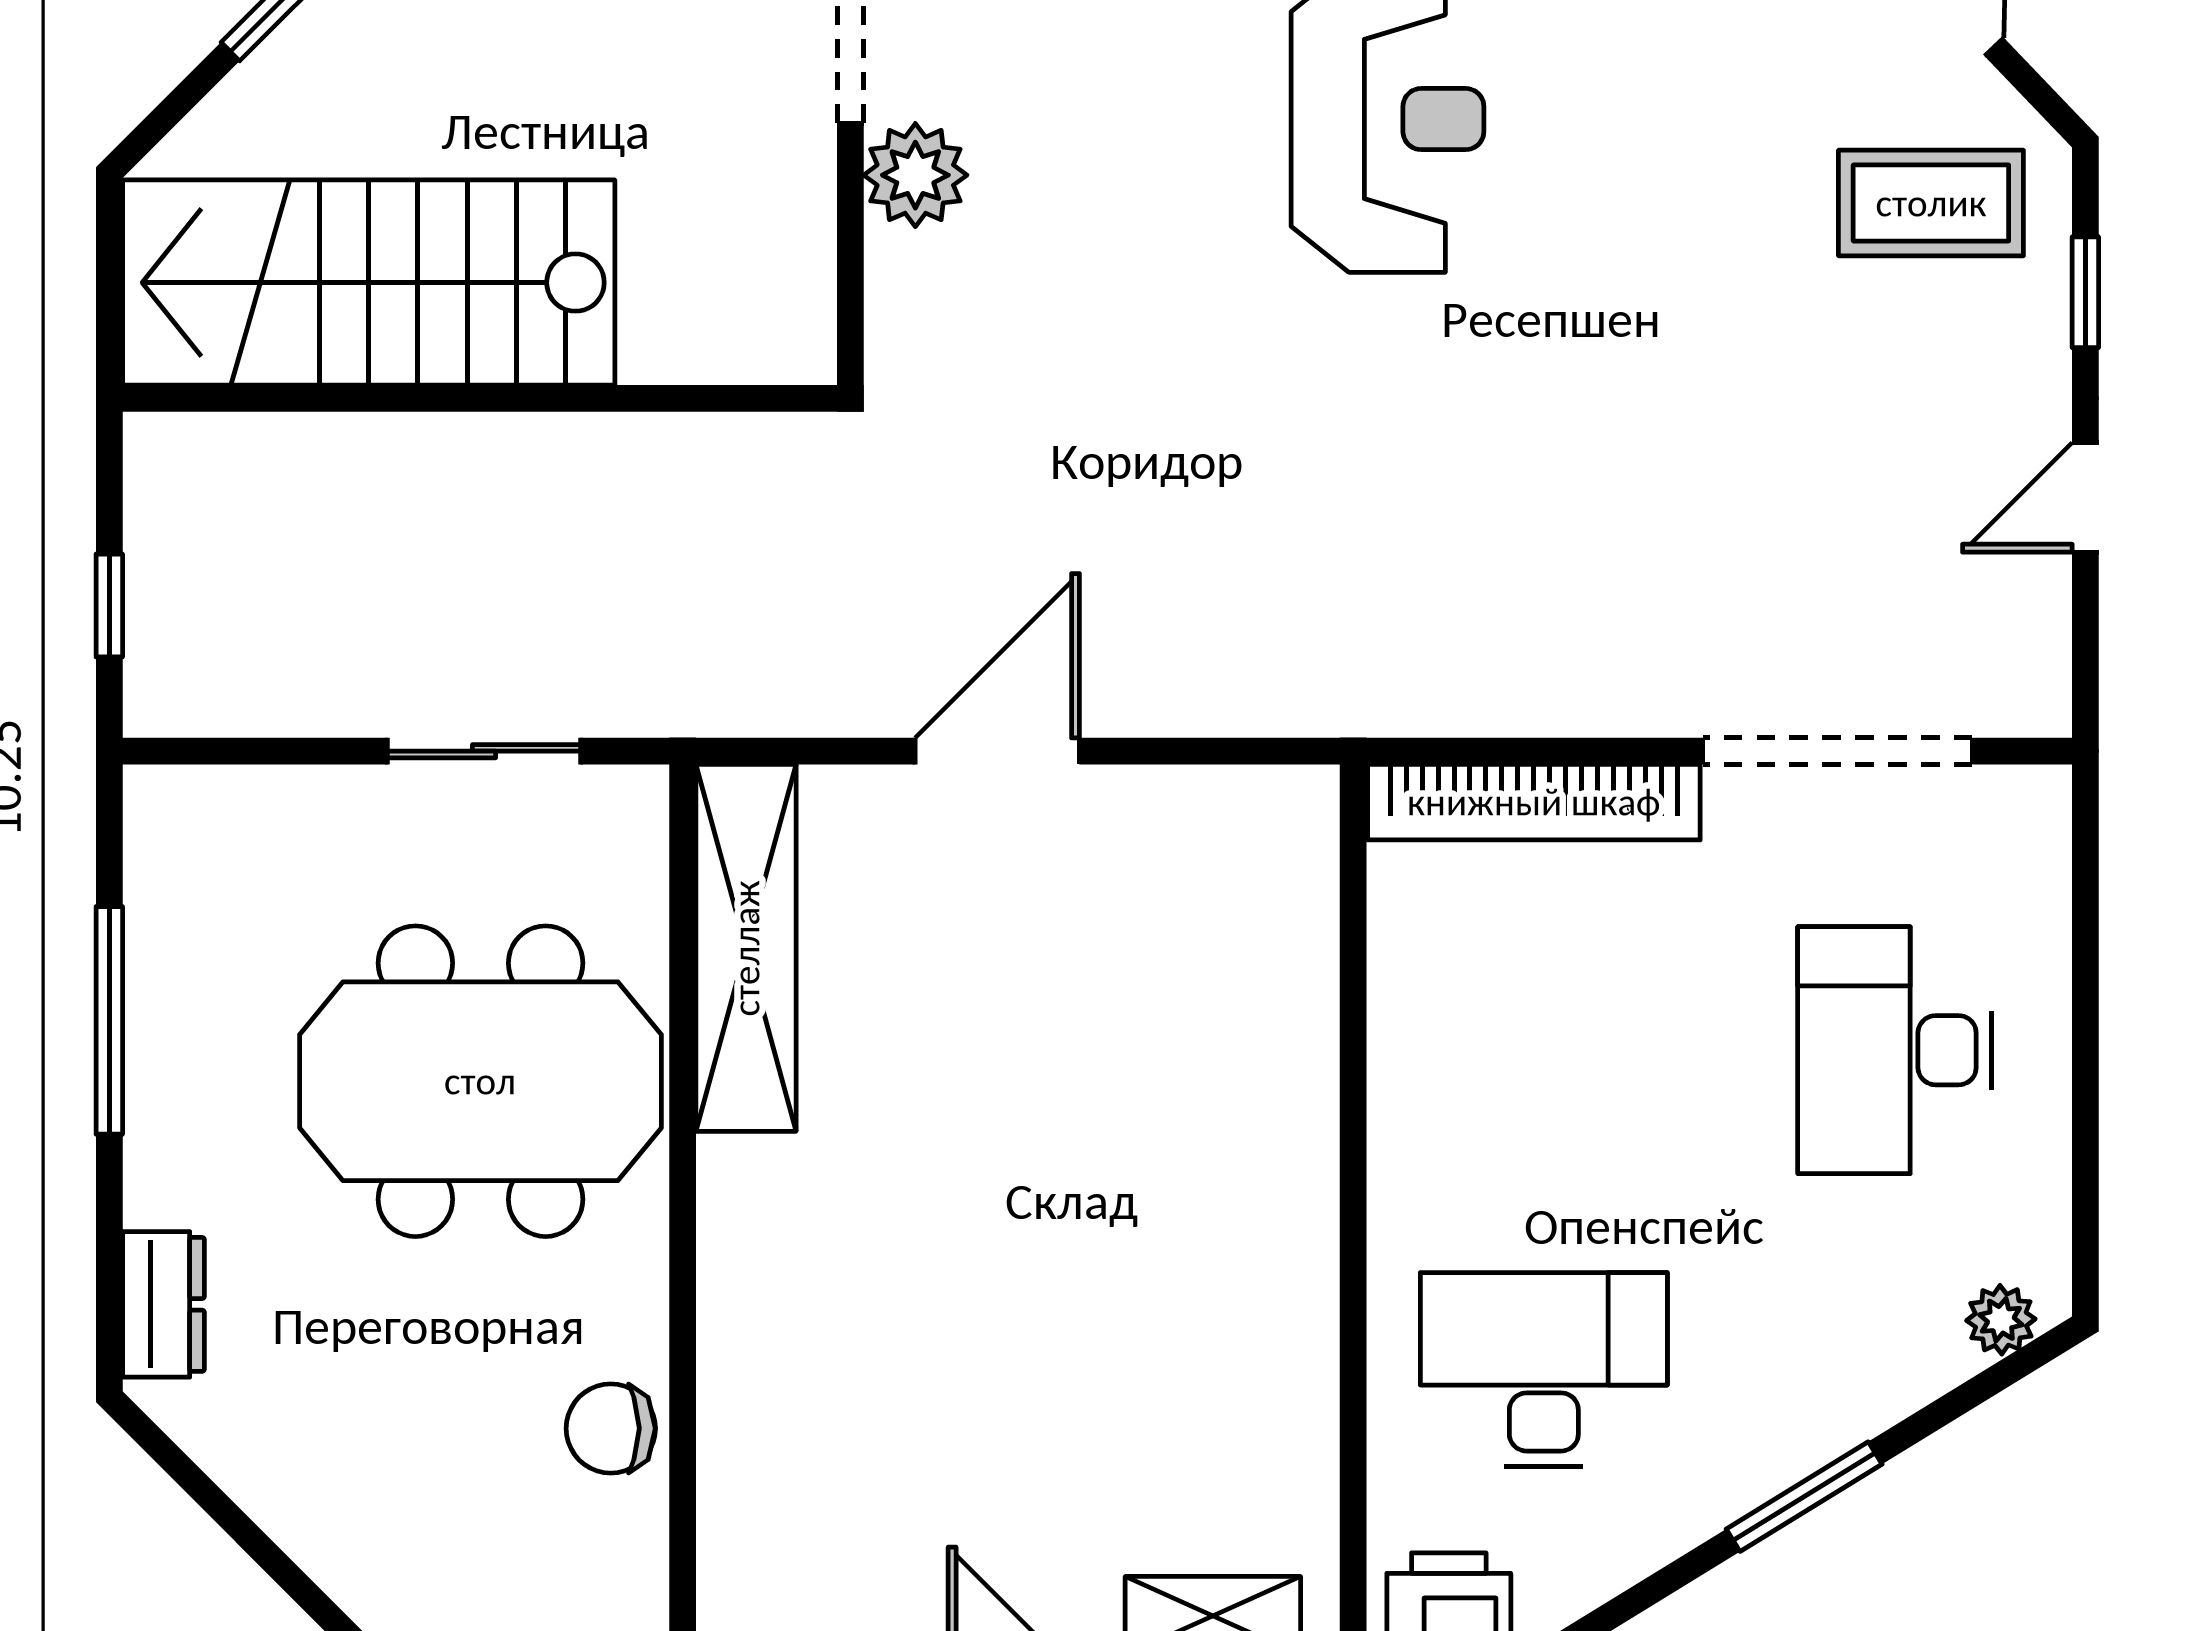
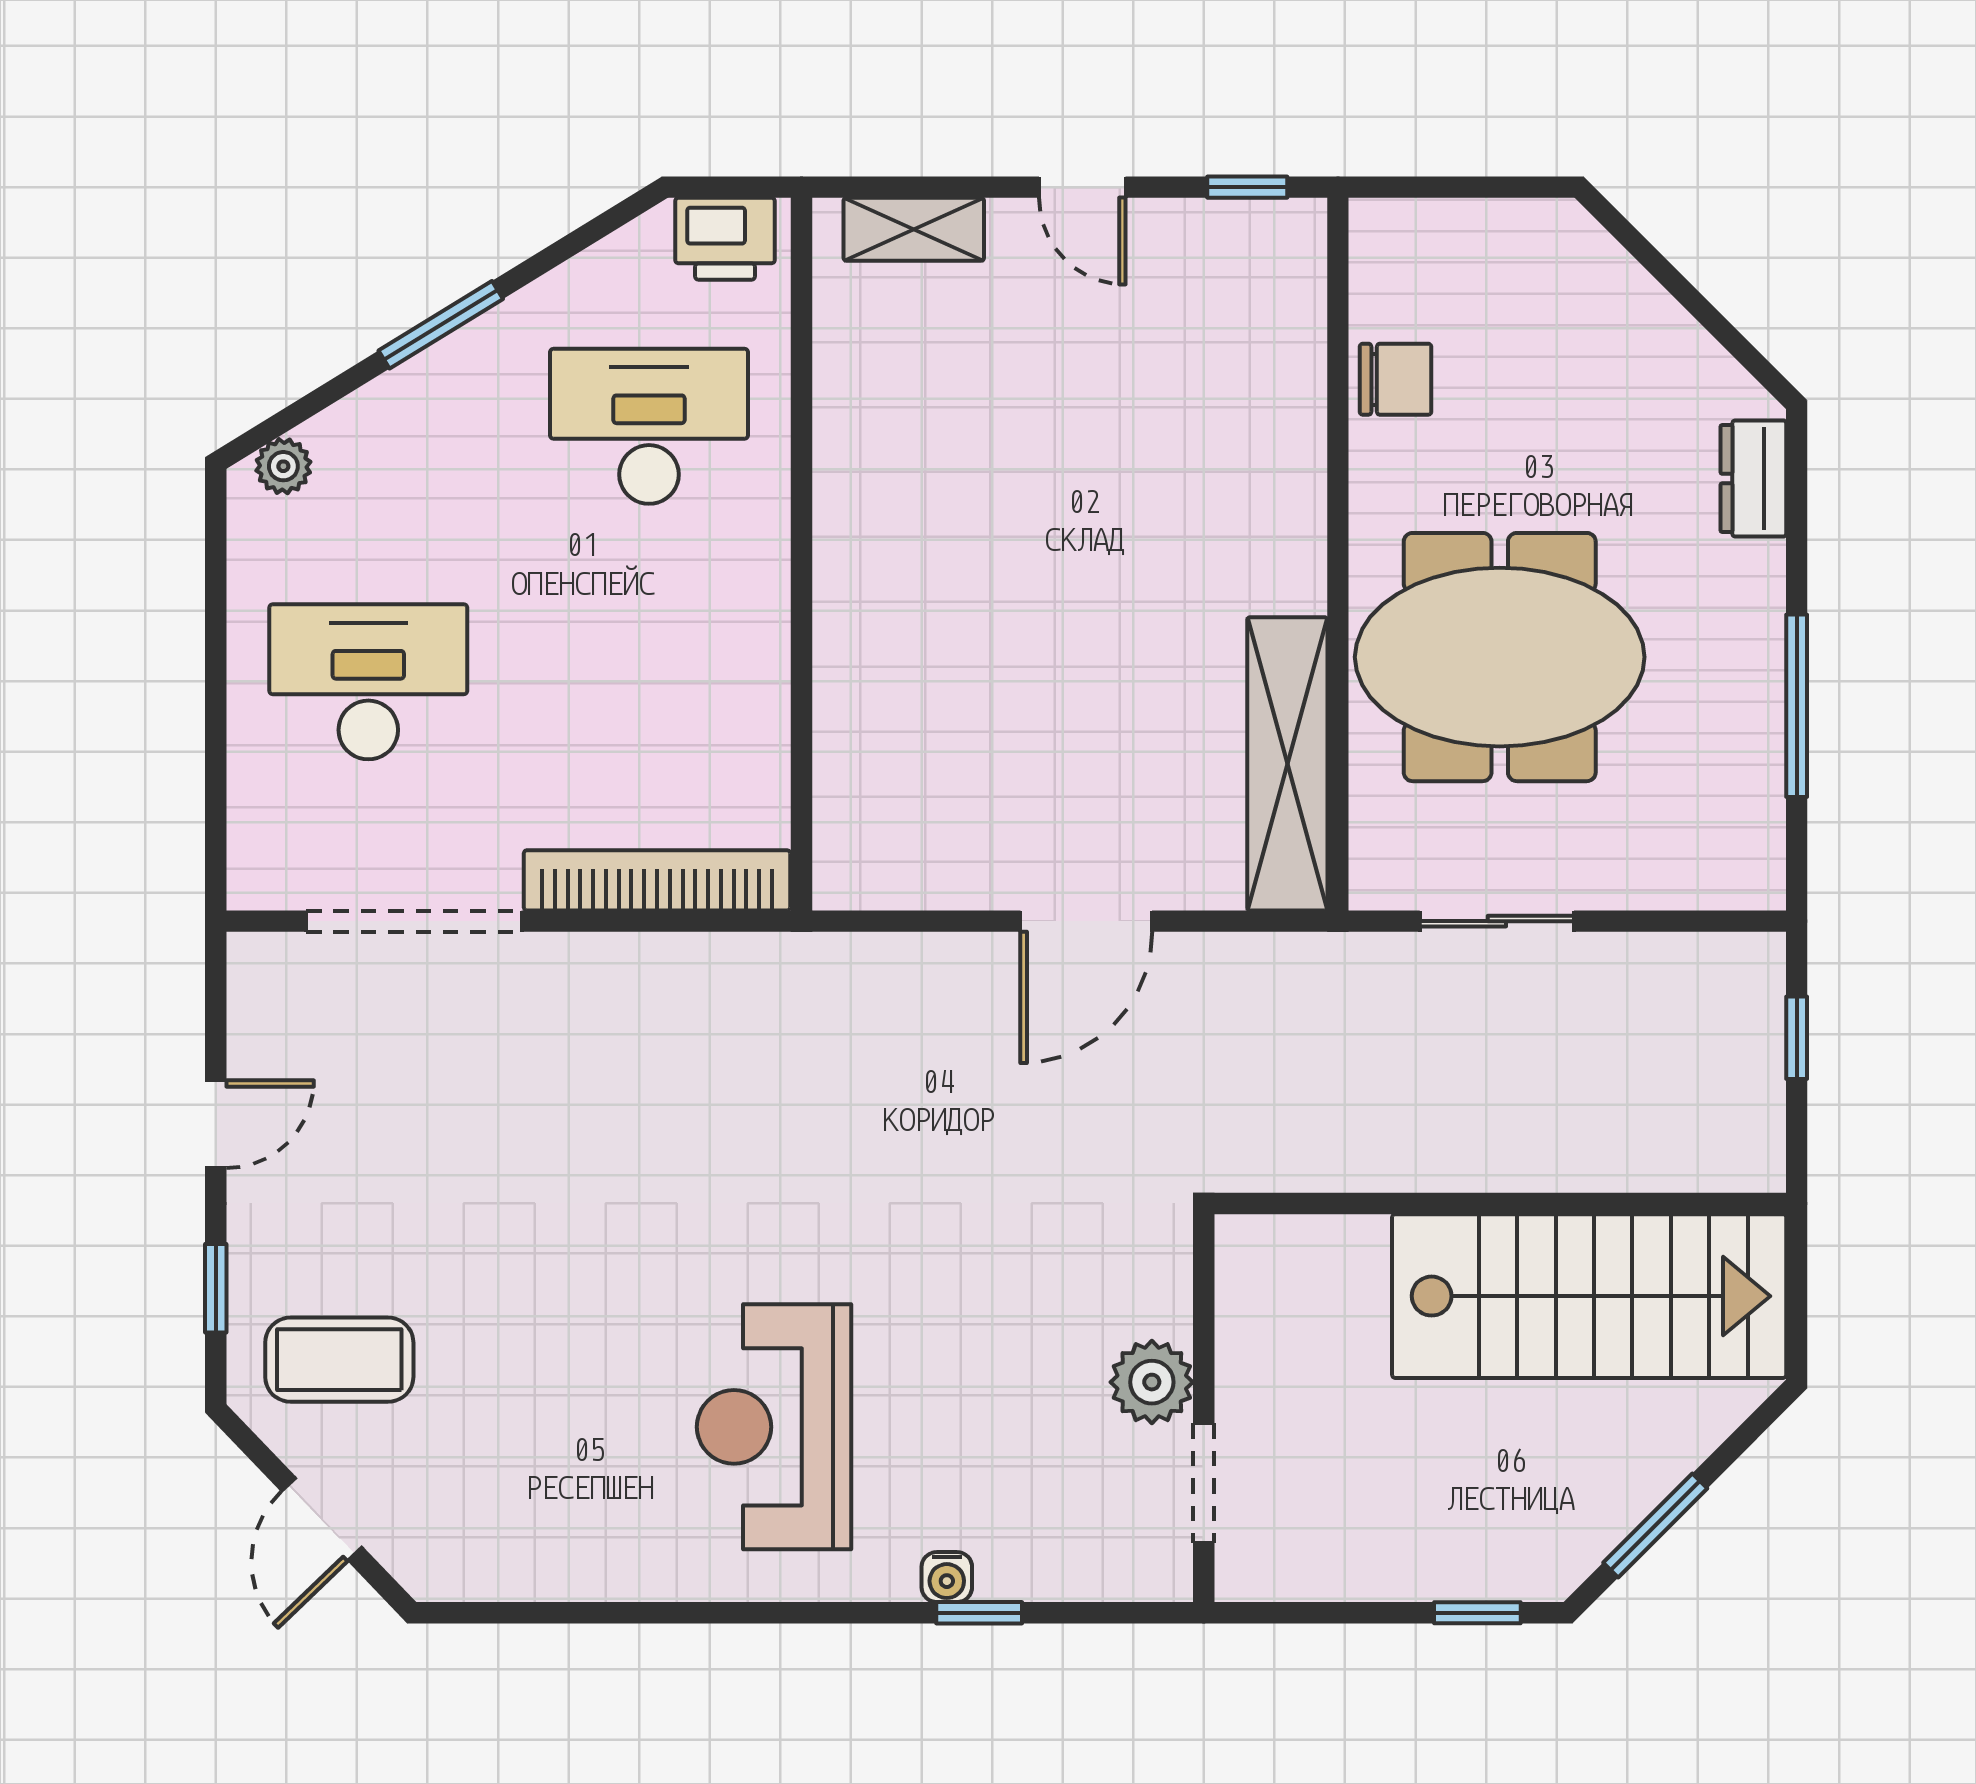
desk: (1895, 1050) -> (368, 682), turned -90
desk: (1544, 1370) -> (649, 426), turned 180

